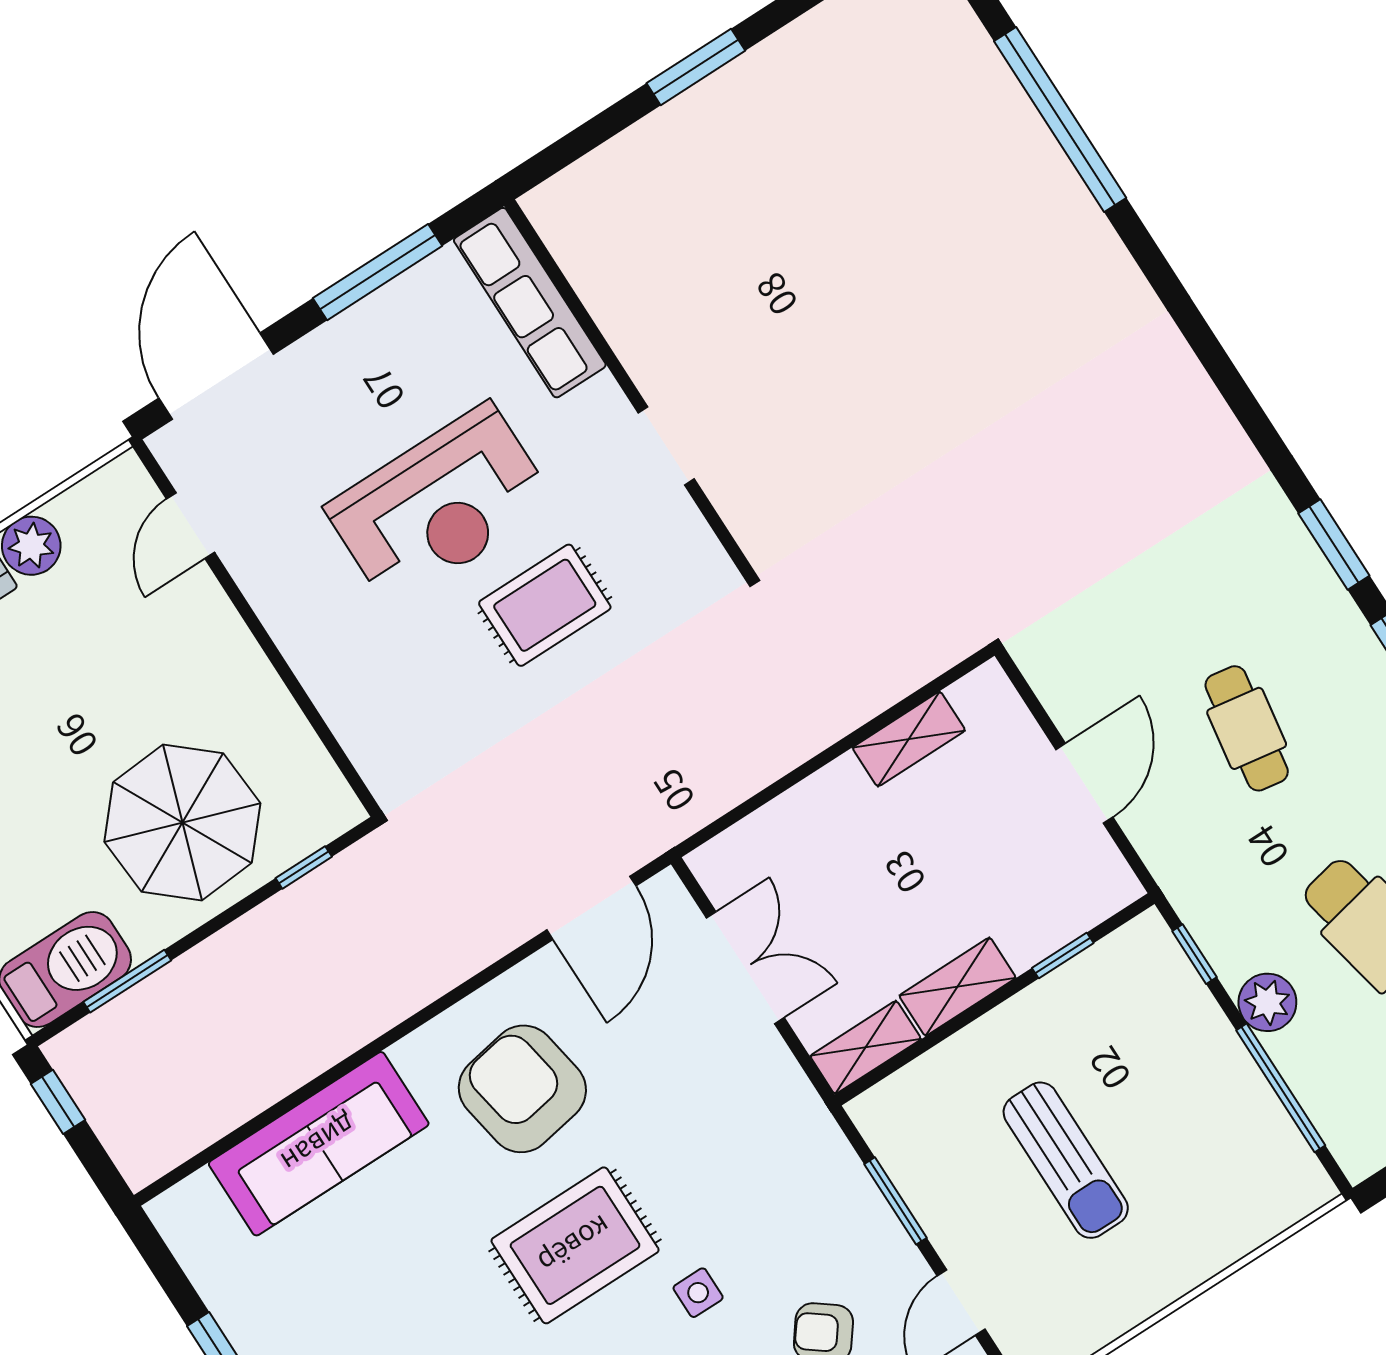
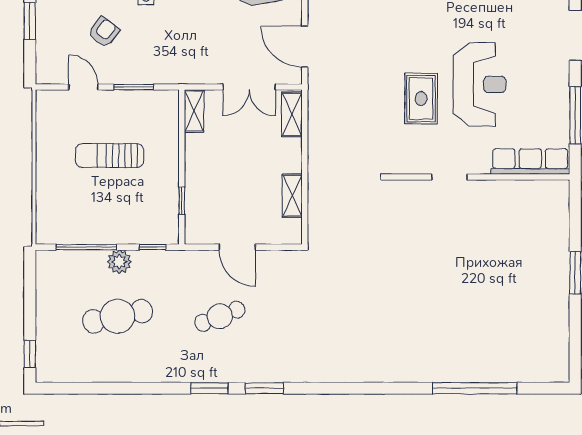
reception desk: (440, 505) -> (480, 84), turned 180
cafe table: (1247, 728) -> (220, 316), turned -30
shelving: (958, 987) -> (292, 114), moved

